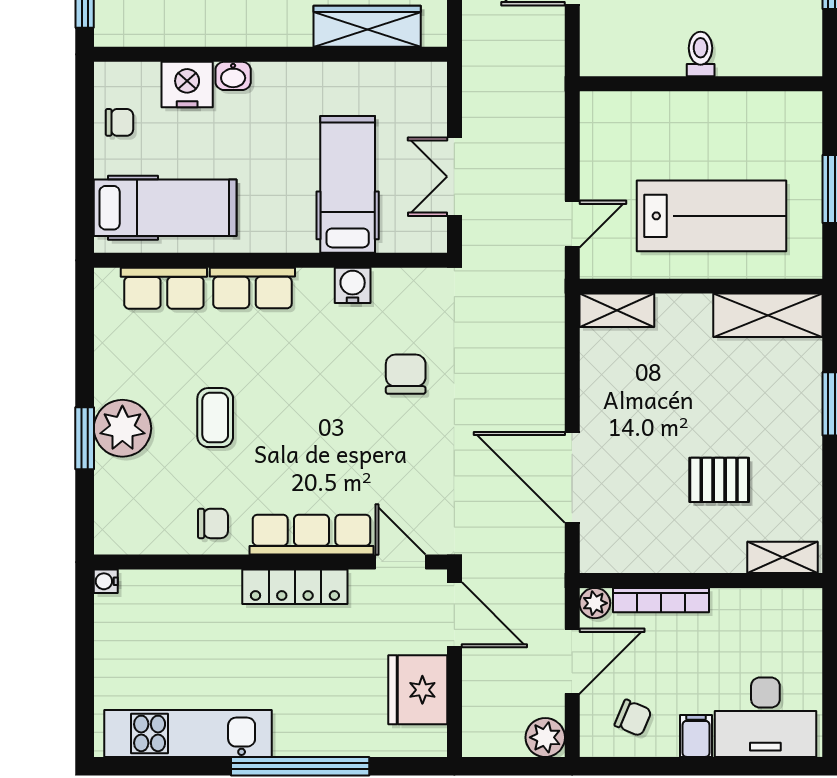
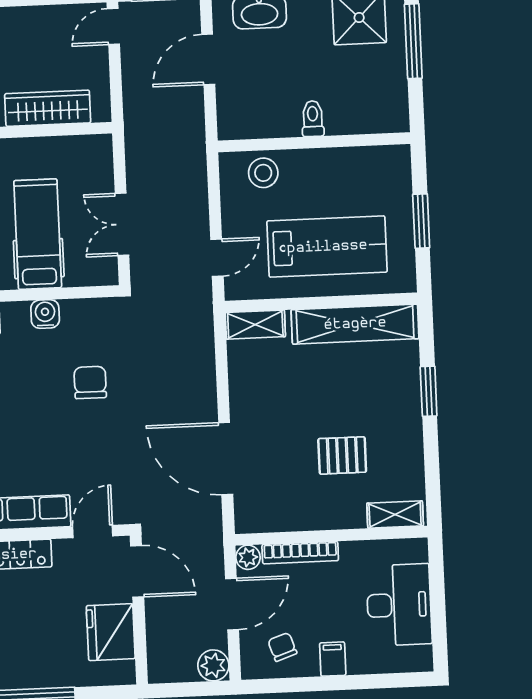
stool: (635, 120) -> (263, 173), added
shelving: (768, 315) -> (355, 324), width x1.47
door: (401, 562) -> (93, 531), hinge flipped
desk: (765, 717) -> (399, 605), moved, turned -90
chair: (633, 718) -> (282, 647), turned -132

